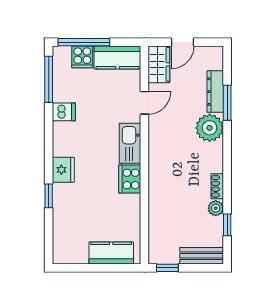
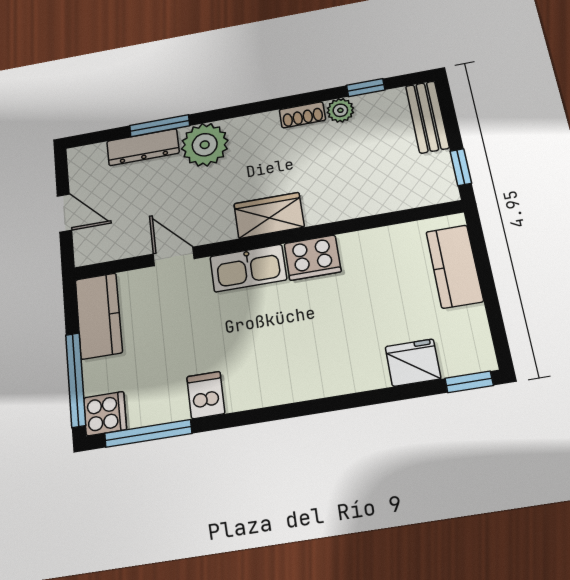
cooker: (82, 57) -> (105, 414), moved
wardrobe: (159, 64) -> (269, 215), moved
fridge: (63, 170) -> (413, 363), moved
window: (49, 196) -> (469, 382), moved

